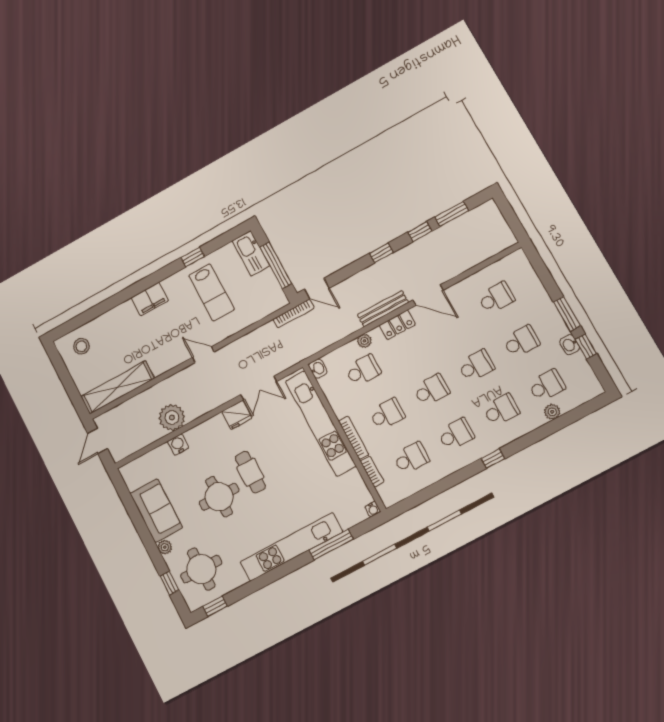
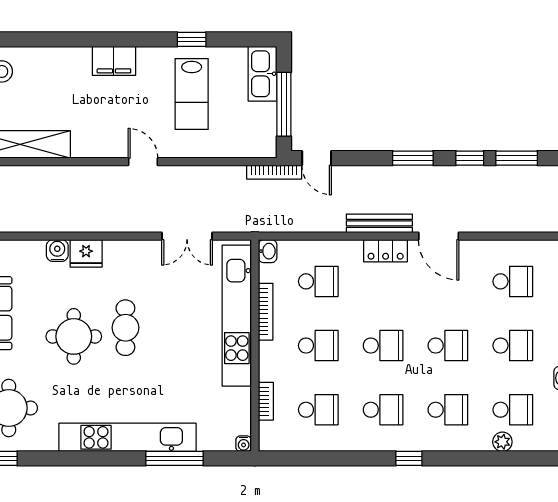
window: (381, 253) -> (413, 158), width x1.50
plant: (364, 341) -> (338, 249), removed
fridge: (237, 415) -> (86, 253), moved
plant: (172, 417) -> (67, 215), removed
bookcase: (354, 438) -> (266, 312), moved

